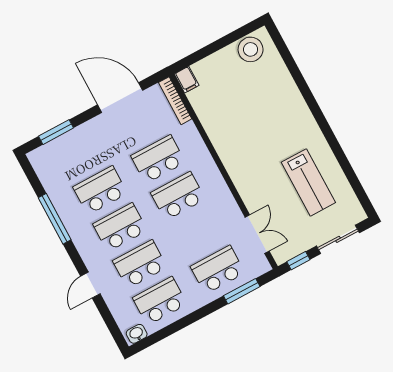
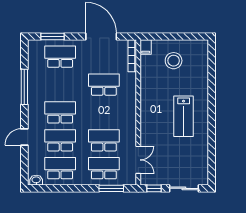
stool: (251, 49) -> (174, 61), moved
lab bench: (308, 182) -> (184, 116), moved
school desk: (100, 190) -> (60, 57), moved
school desk: (178, 196) -> (104, 140), moved

